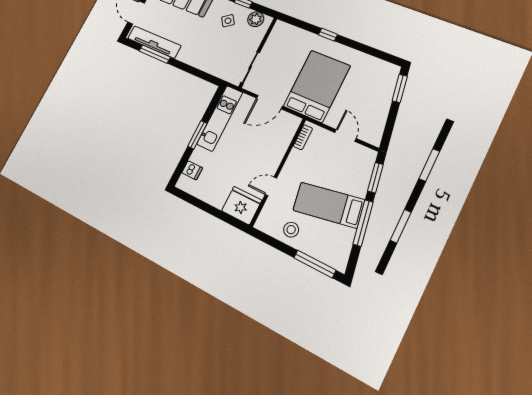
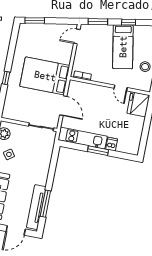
door: (345, 135) -> (77, 36), moved
dishwasher: (192, 170) -> (112, 144), moved
window: (363, 223) -> (129, 22), width x0.46

